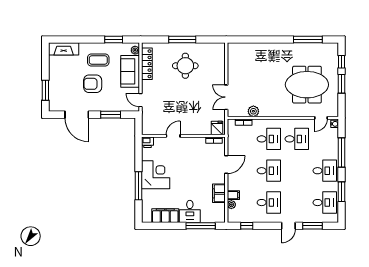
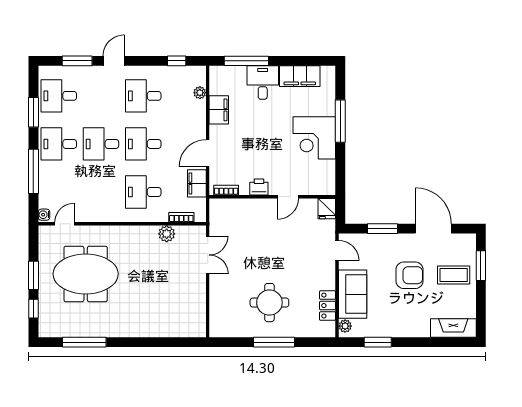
coffee table: (98, 60) -> (454, 275), moved
locker: (147, 64) -> (328, 306), width x0.66
fridge: (217, 128) -> (327, 209), moved
desk: (297, 139) -> (101, 144), moved
printer: (148, 142) -> (259, 187), moved
filing cabinet: (233, 195) -> (197, 183), moved, width x2.00

